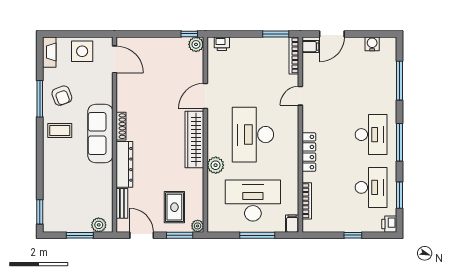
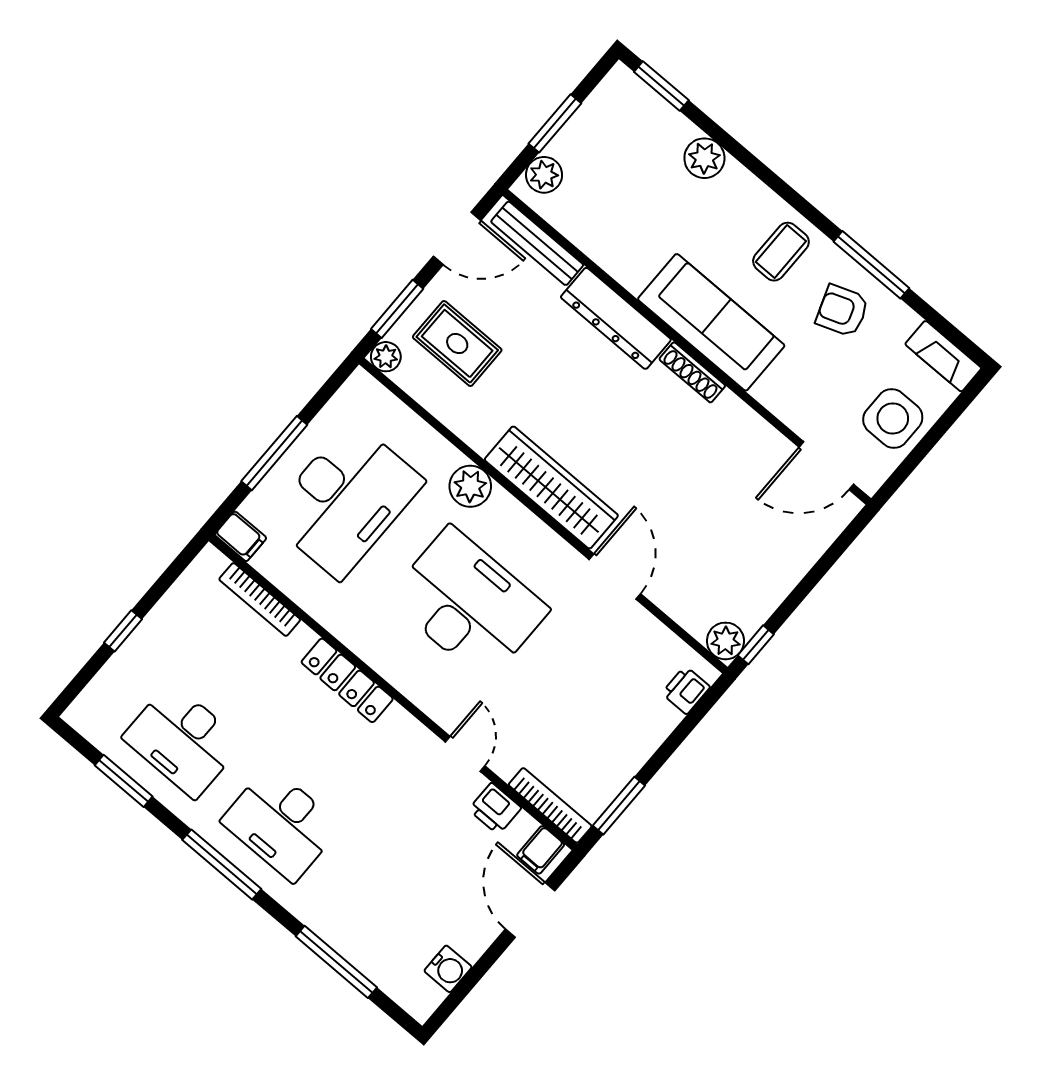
plant: (51, 179) -> (704, 158), added
bench: (122, 203) -> (537, 243), width x1.36
printer: (389, 224) -> (495, 809), moved, turned 180

